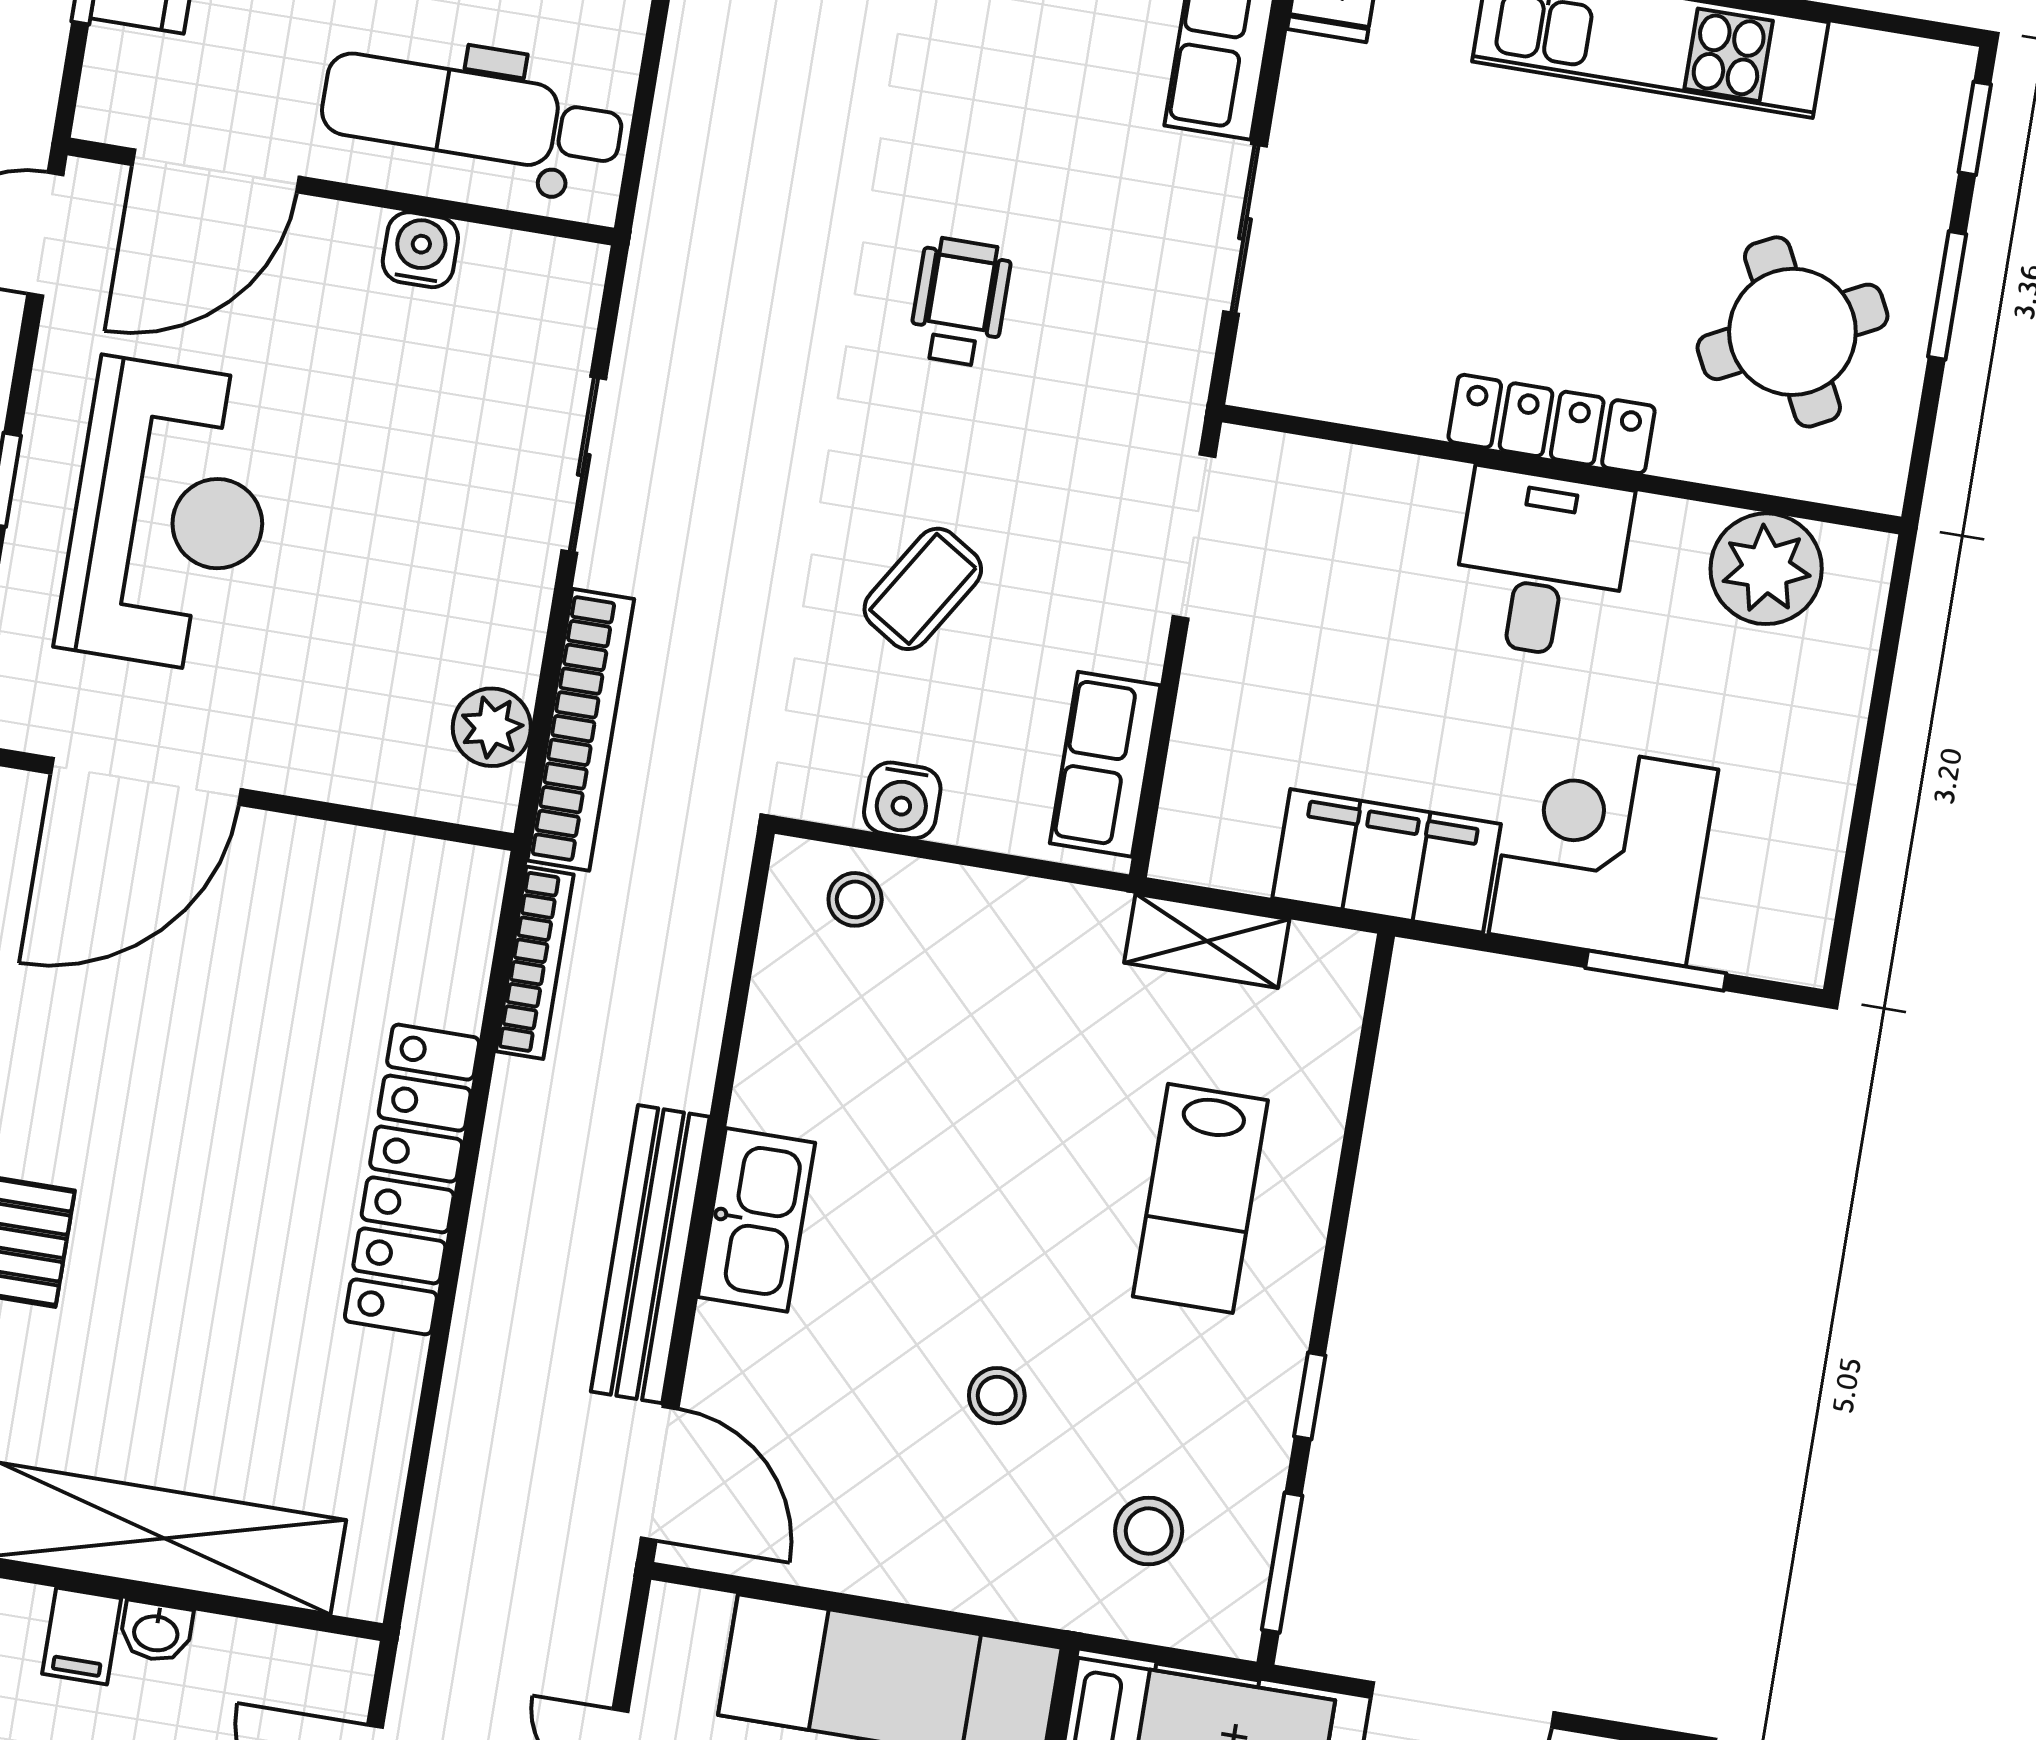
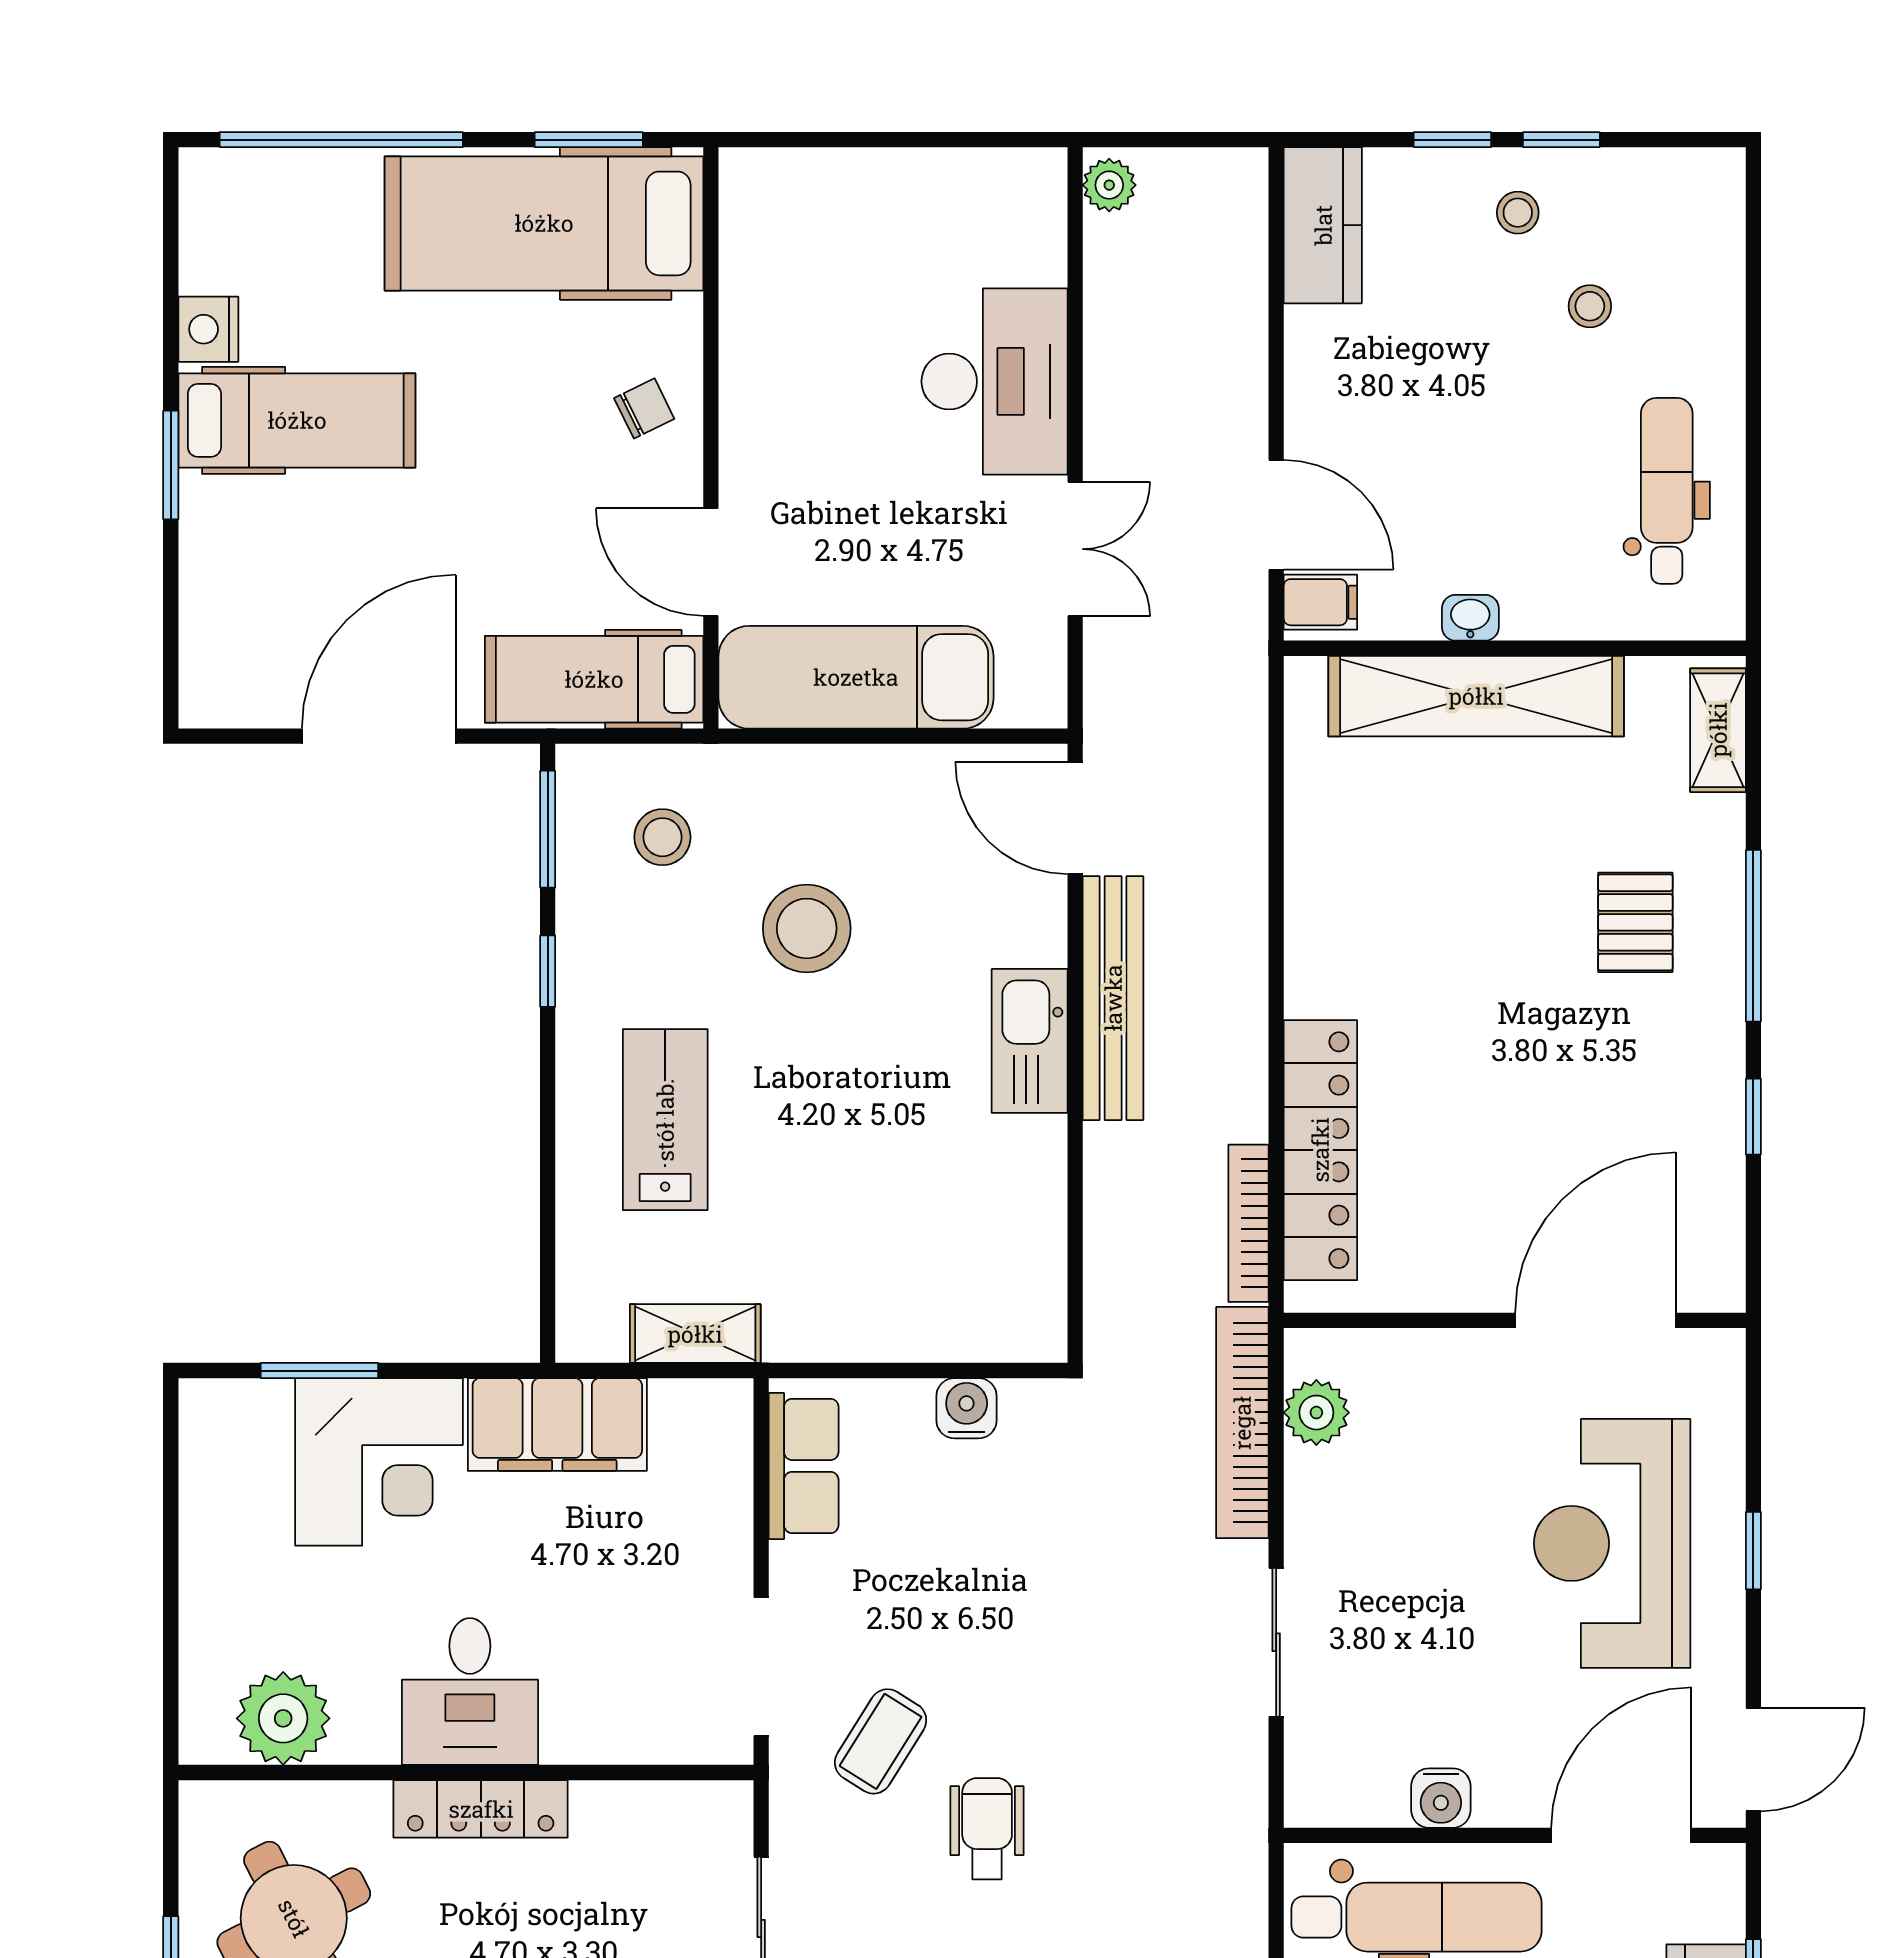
wheelchair: (960, 302) -> (987, 1829), turned 180
coffee table: (923, 589) -> (881, 1741), moved
stool: (855, 899) -> (992, 1320), removed
locker: (412, 1179) -> (1320, 1150), moved
stool: (997, 1396) -> (807, 928), width x1.89, depth x1.89
filing cabinet: (82, 1636) -> (1320, 602), moved, turned 90

